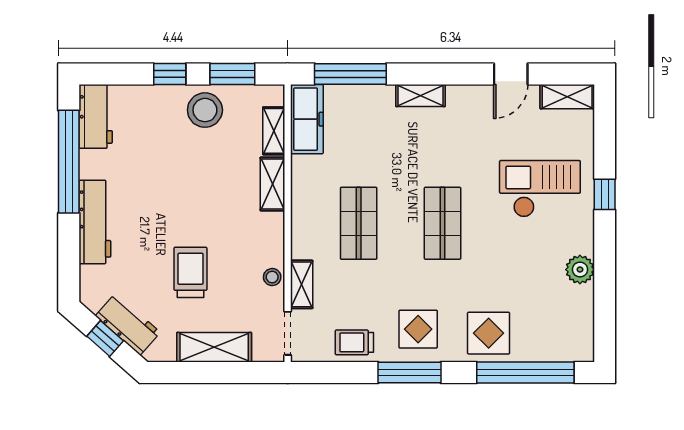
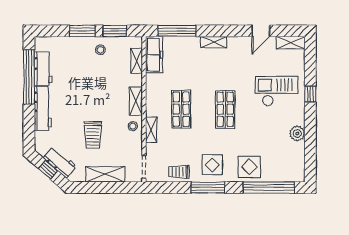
window: (170, 74) -> (82, 31), width x1.50
stool: (205, 110) -> (100, 50), width x0.53, depth x0.53
workbench: (96, 116) -> (43, 69), moved
shelving: (272, 184) -> (136, 101), moved
trolley: (190, 272) -> (93, 135), turned 180
stool: (272, 277) -> (133, 126), moved
shelving: (302, 284) -> (151, 130), moved

